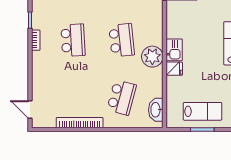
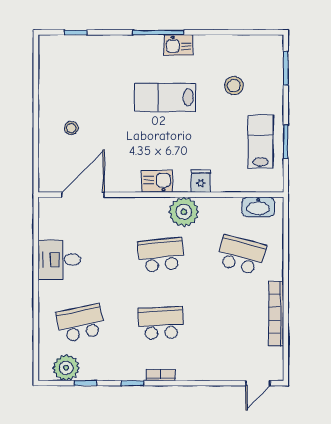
kitchen sink: (174, 50) -> (157, 181), moved

